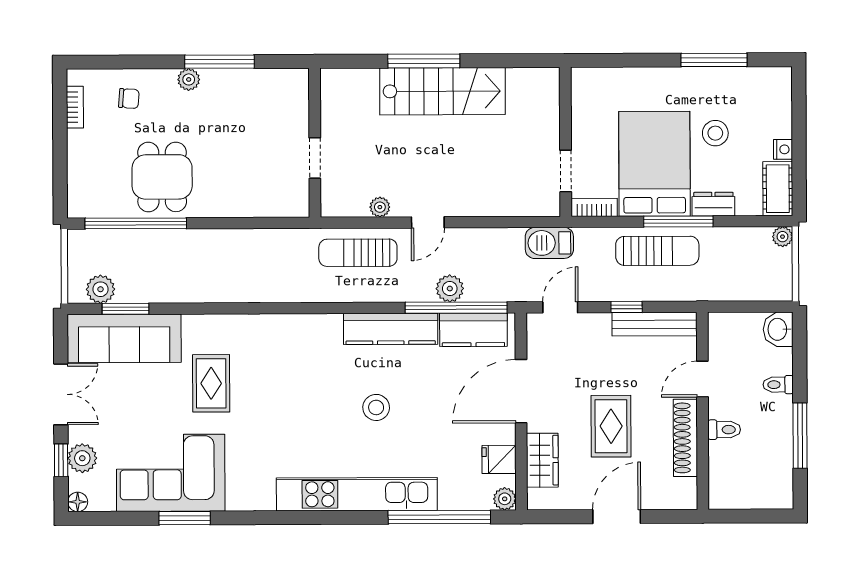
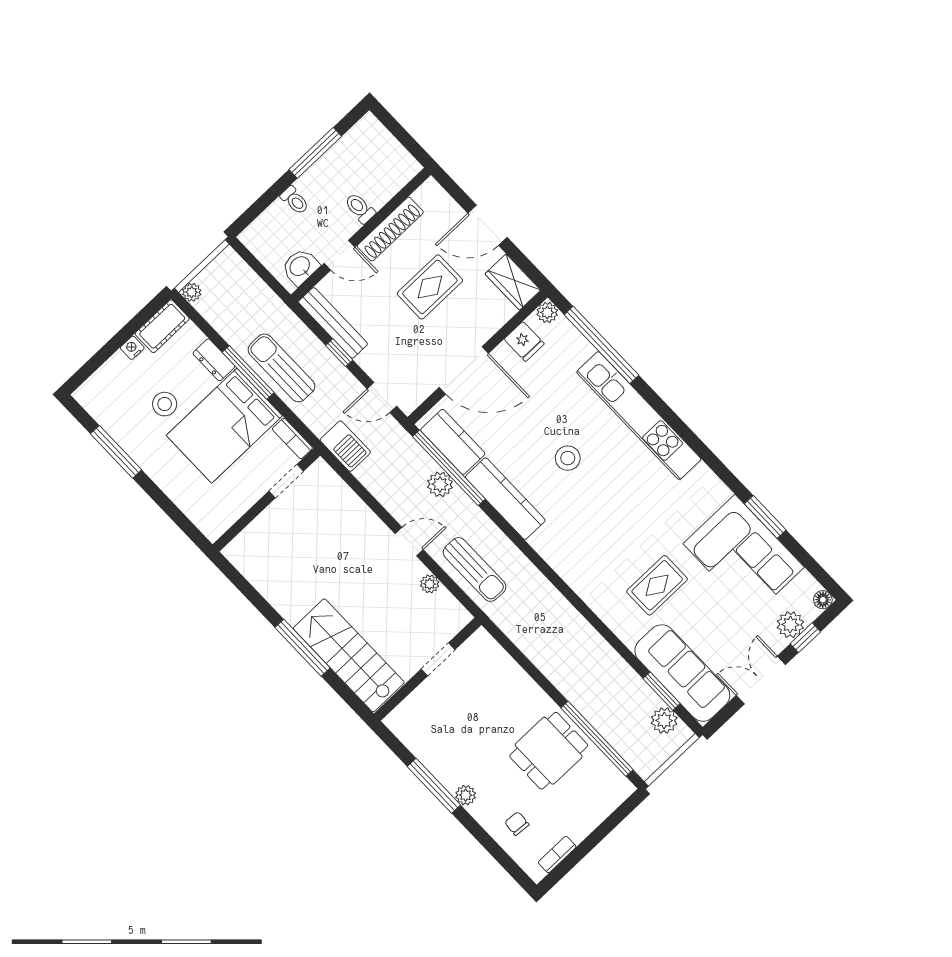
stairs: (443, 91) -> (349, 655), moved
washbasin: (778, 329) -> (300, 267), moved, turned 180
wardrobe: (542, 460) -> (513, 282), moved, turned -90

